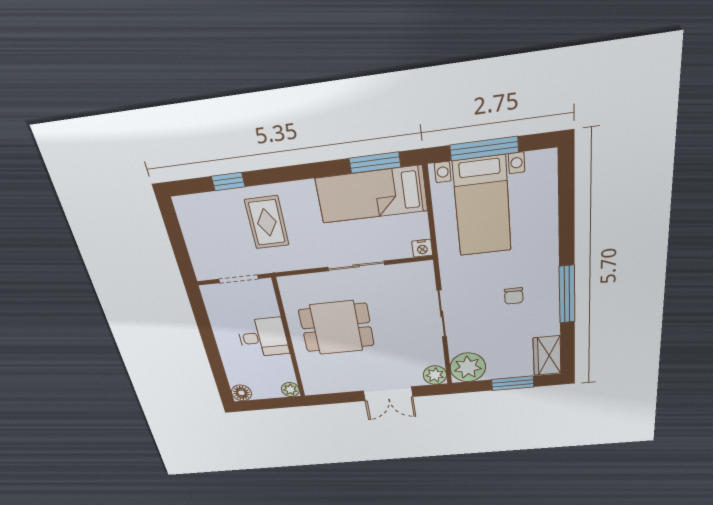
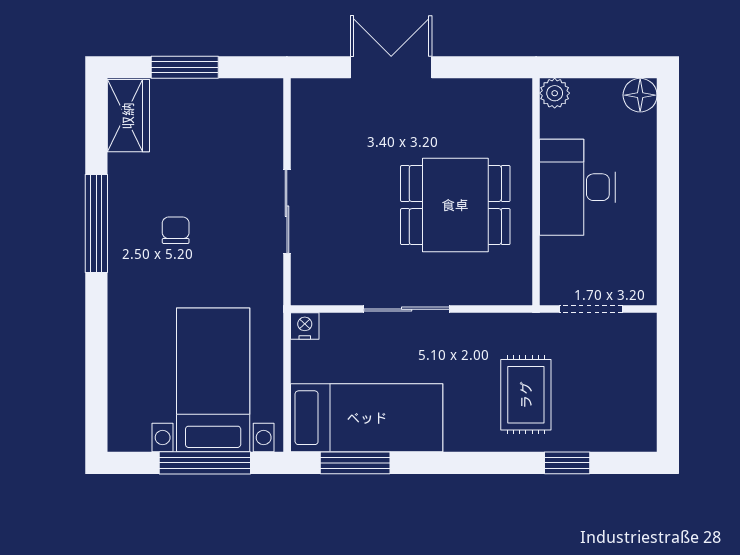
desk: (263, 337) -> (578, 187), width x1.37
plant: (468, 367) -> (255, 107), removed
plant: (435, 375) -> (309, 97), removed

